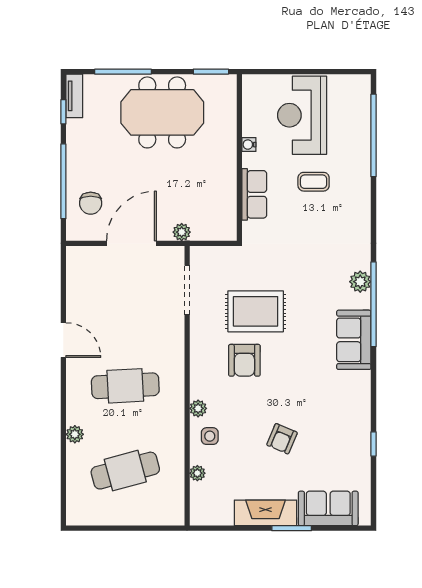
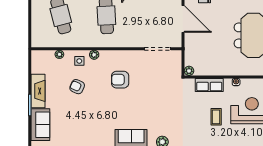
plant: (182, 232) -> (189, 71), moved
rug: (256, 311) -> (146, 86), removed
armchair: (282, 439) -> (77, 87), moved

